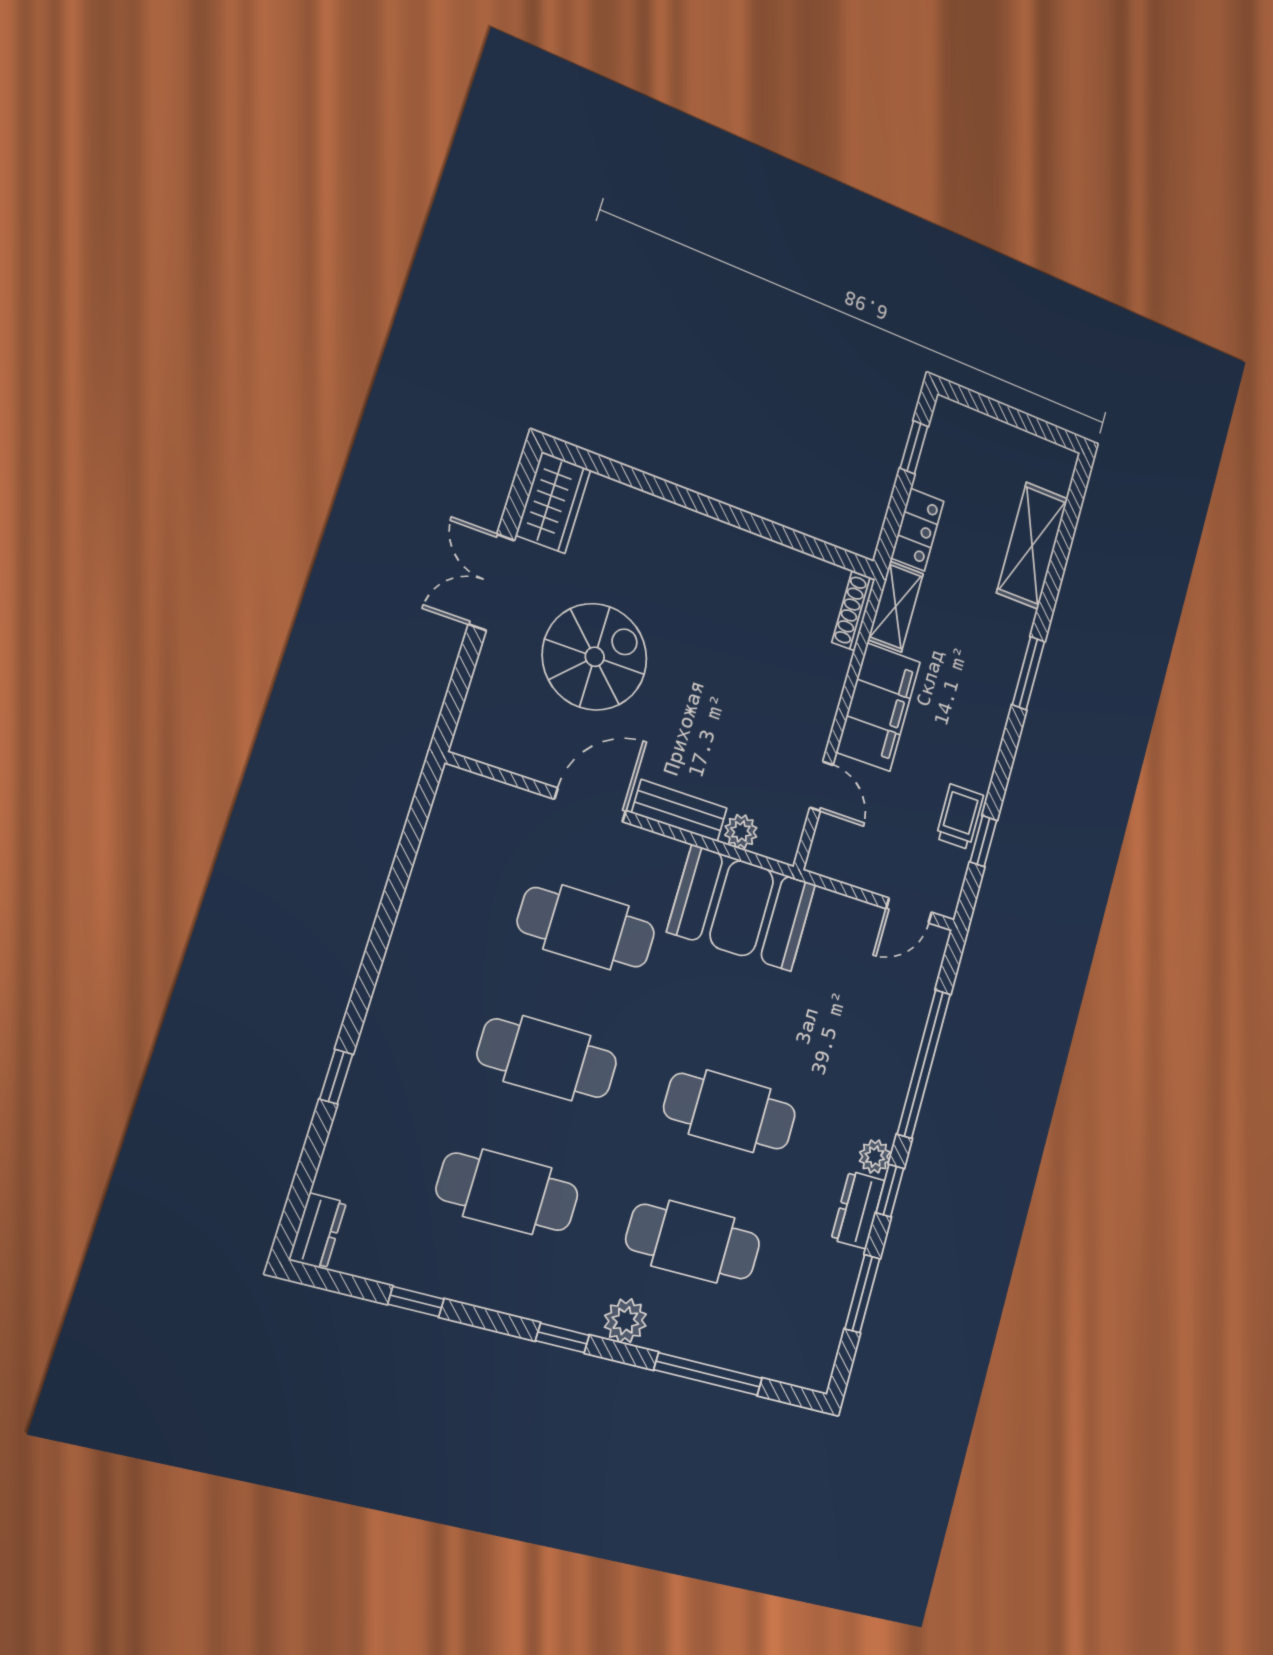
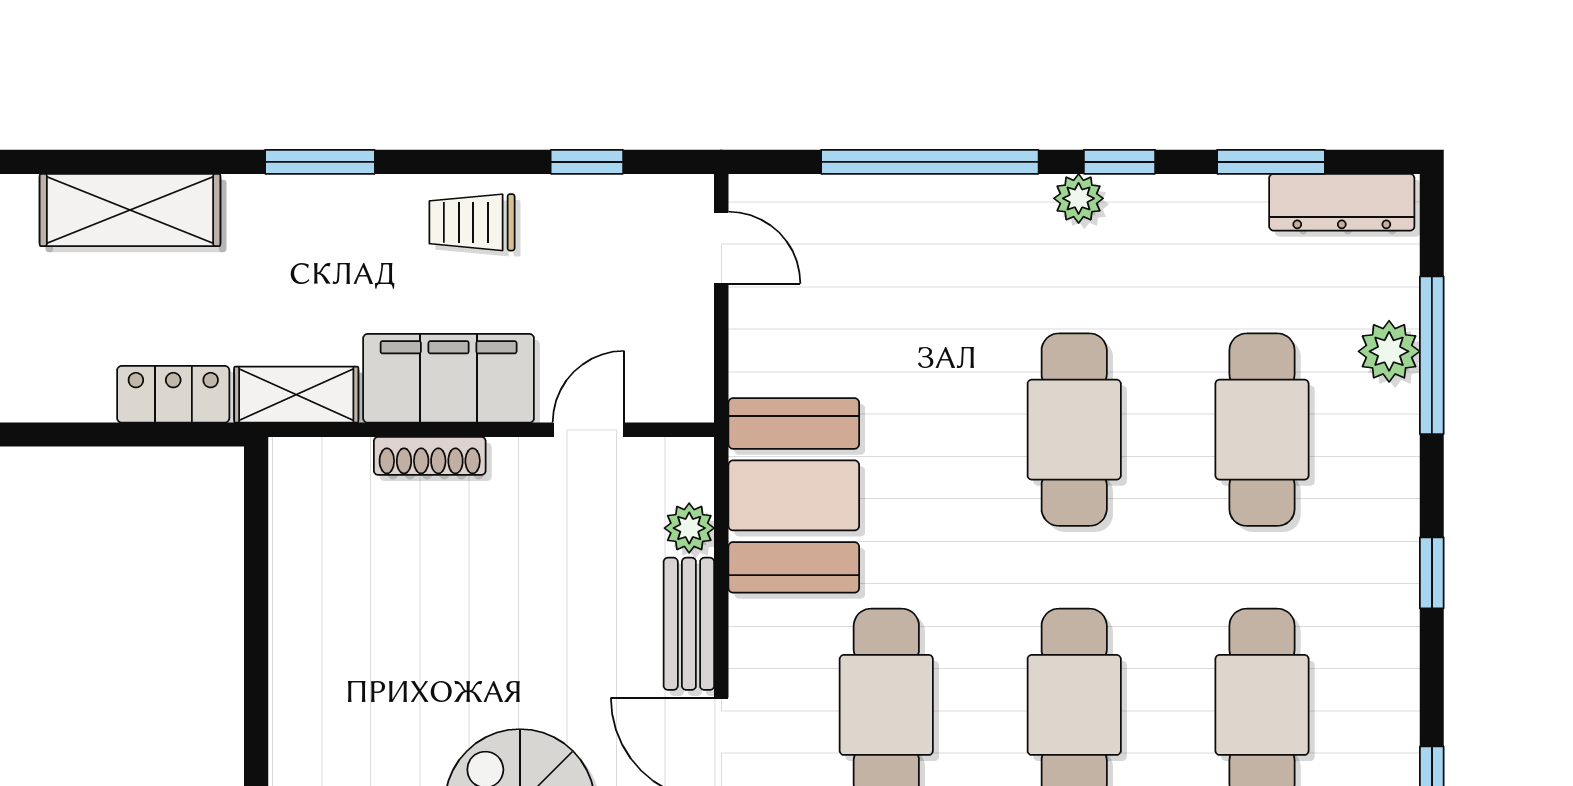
window: (914, 447) -> (56, 435), removed
shoe rack: (853, 611) -> (430, 456), moved
trolley: (960, 817) -> (472, 222), moved
dresser: (858, 1210) -> (1342, 202), moved, width x1.44
plant: (625, 1321) -> (1389, 351), moved

